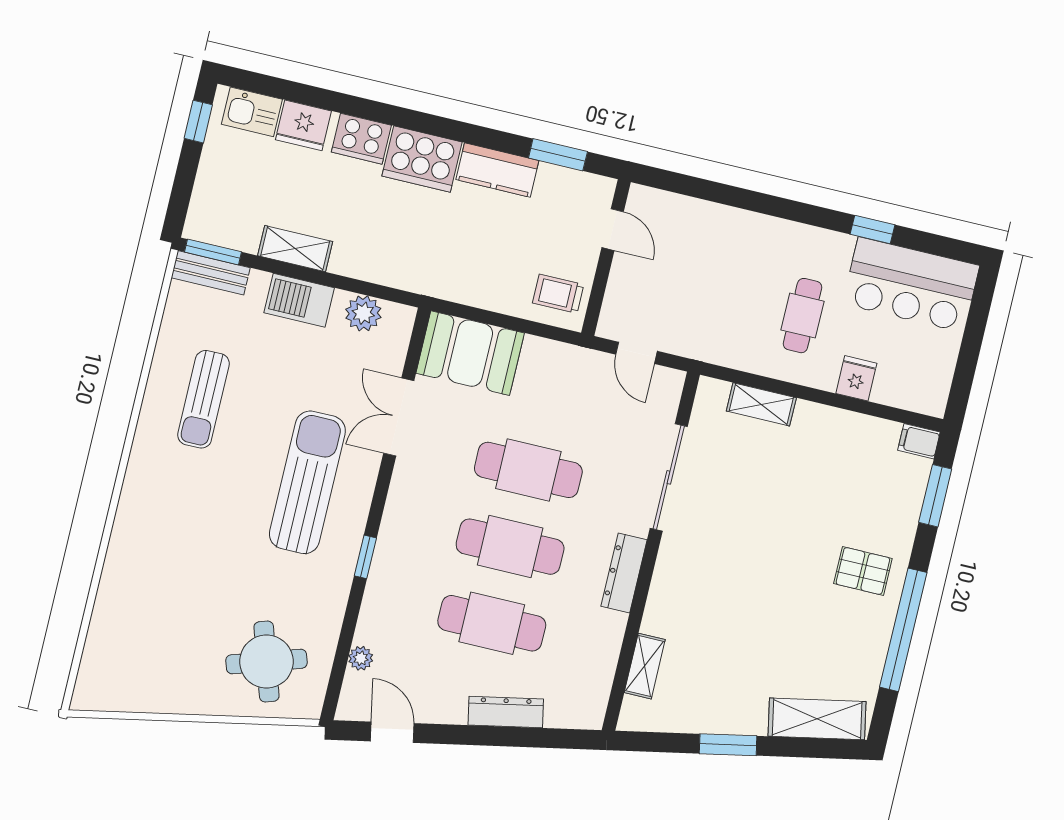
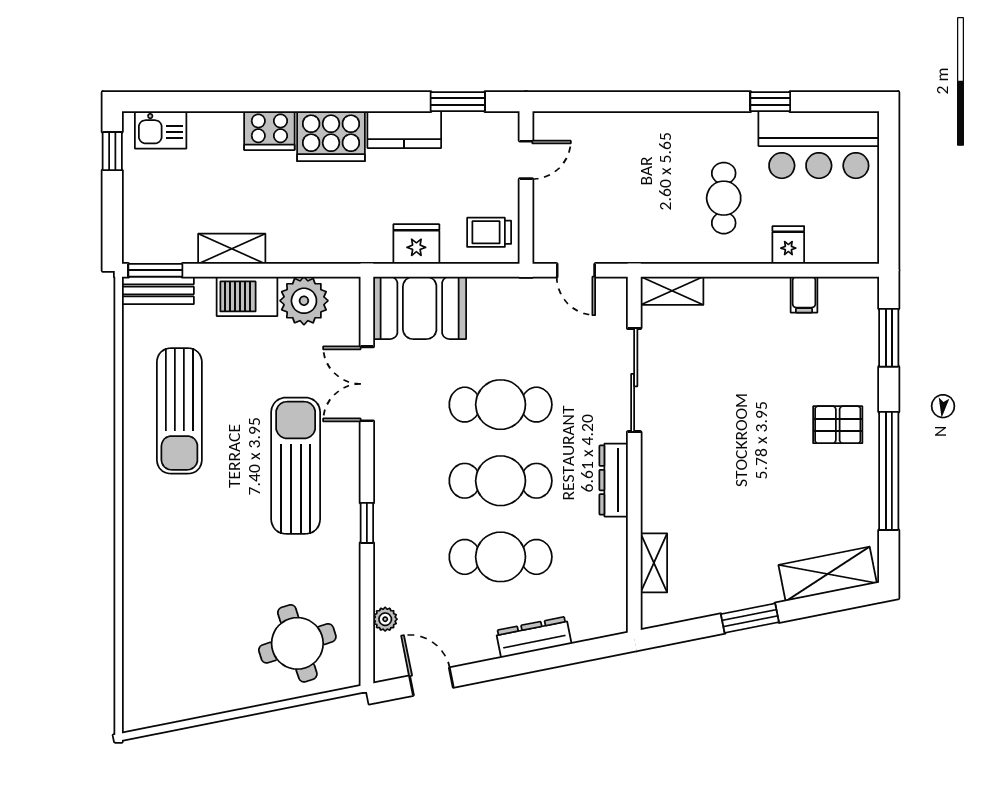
fridge: (303, 125) -> (416, 244), moved, turned 180
door: (613, 230) -> (526, 160), hinge flipped
plant: (363, 313) -> (304, 301), width x1.36, depth x1.36
sun lounger: (203, 399) -> (179, 411), width x1.36, depth x1.34
shelving: (761, 404) -> (672, 291), moved
filing cabinet: (919, 441) -> (804, 295), moved, turned -90

